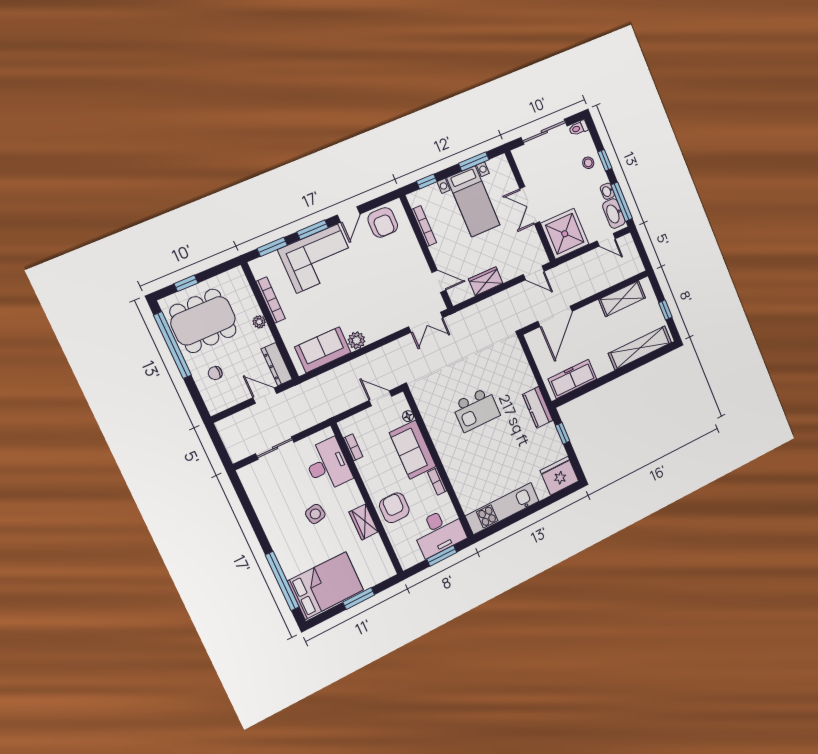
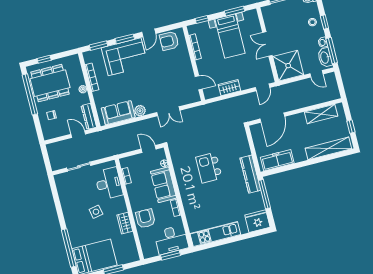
armchair: (383, 222) -> (169, 41), turned 90
door: (534, 273) -> (263, 87), hinge flipped
double door: (426, 322) -> (168, 111), moved
kitchen counter: (538, 407) -> (250, 174), width x1.50
kitchen island: (476, 410) -> (209, 168), turned 90
window: (563, 433) -> (264, 194), width x2.17

